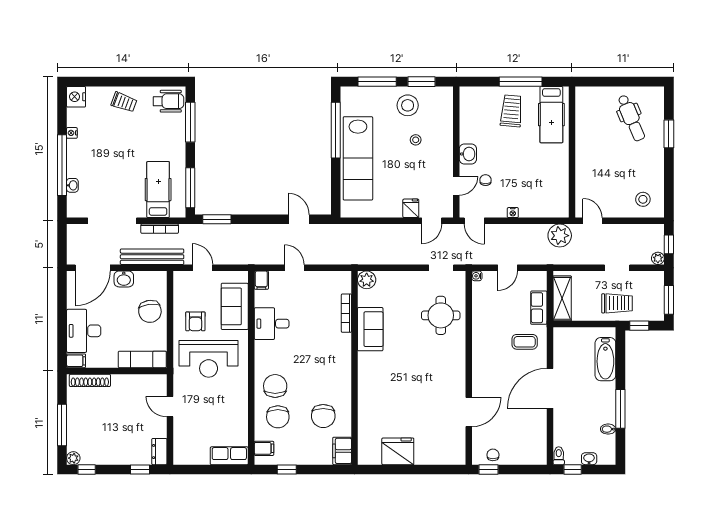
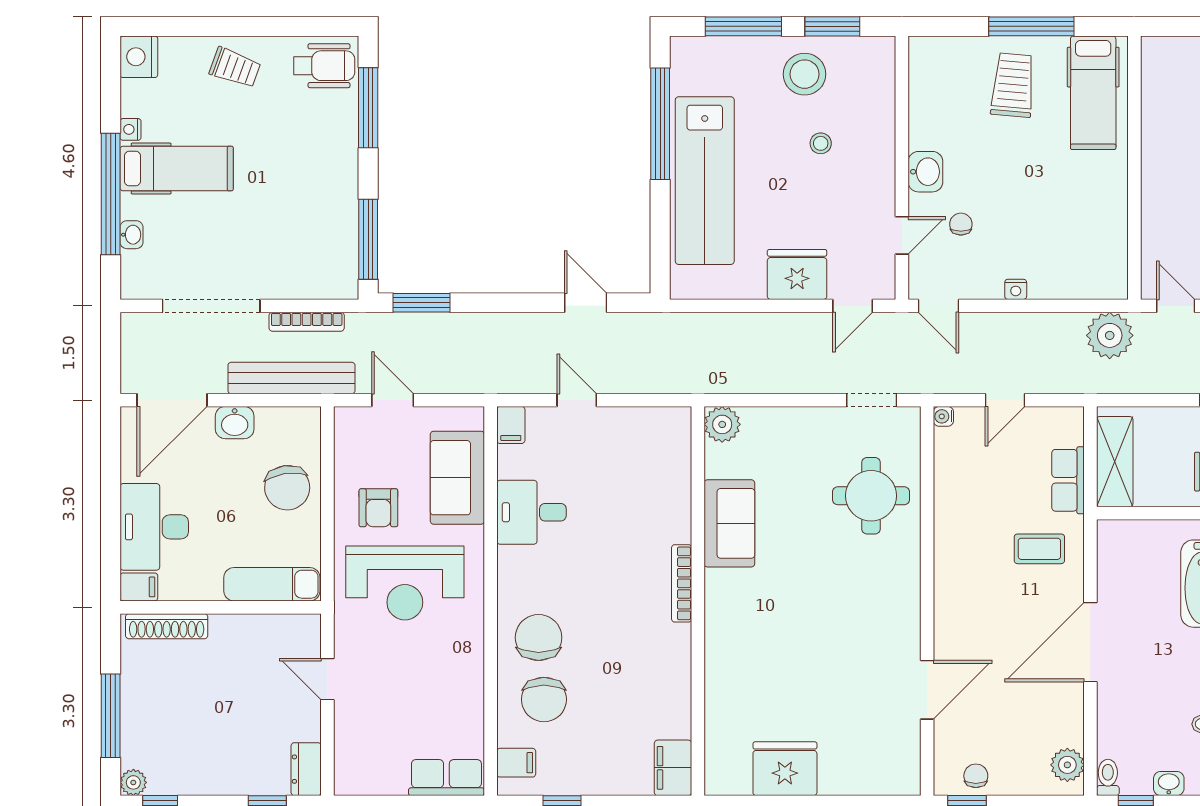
hospital bed: (158, 190) -> (177, 169), moved, turned 90
fridge: (411, 208) -> (797, 274), width x1.88, depth x1.34
bookcase: (346, 313) -> (682, 583), moved
chair: (323, 416) -> (635, 698), removed
plant: (539, 449) -> (1067, 765), added

